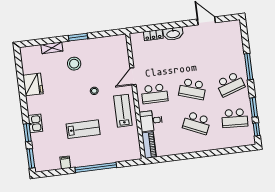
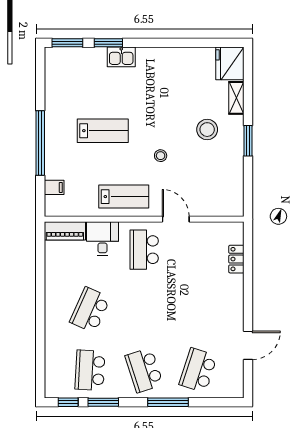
washbasin: (173, 34) -> (234, 290), removed
fridge: (33, 84) -> (230, 63), moved, turned 90
school desk: (192, 89) -> (198, 370), moved
lab bench: (83, 129) -> (103, 131), turned -90
filing cabinet: (65, 162) -> (54, 187), moved

